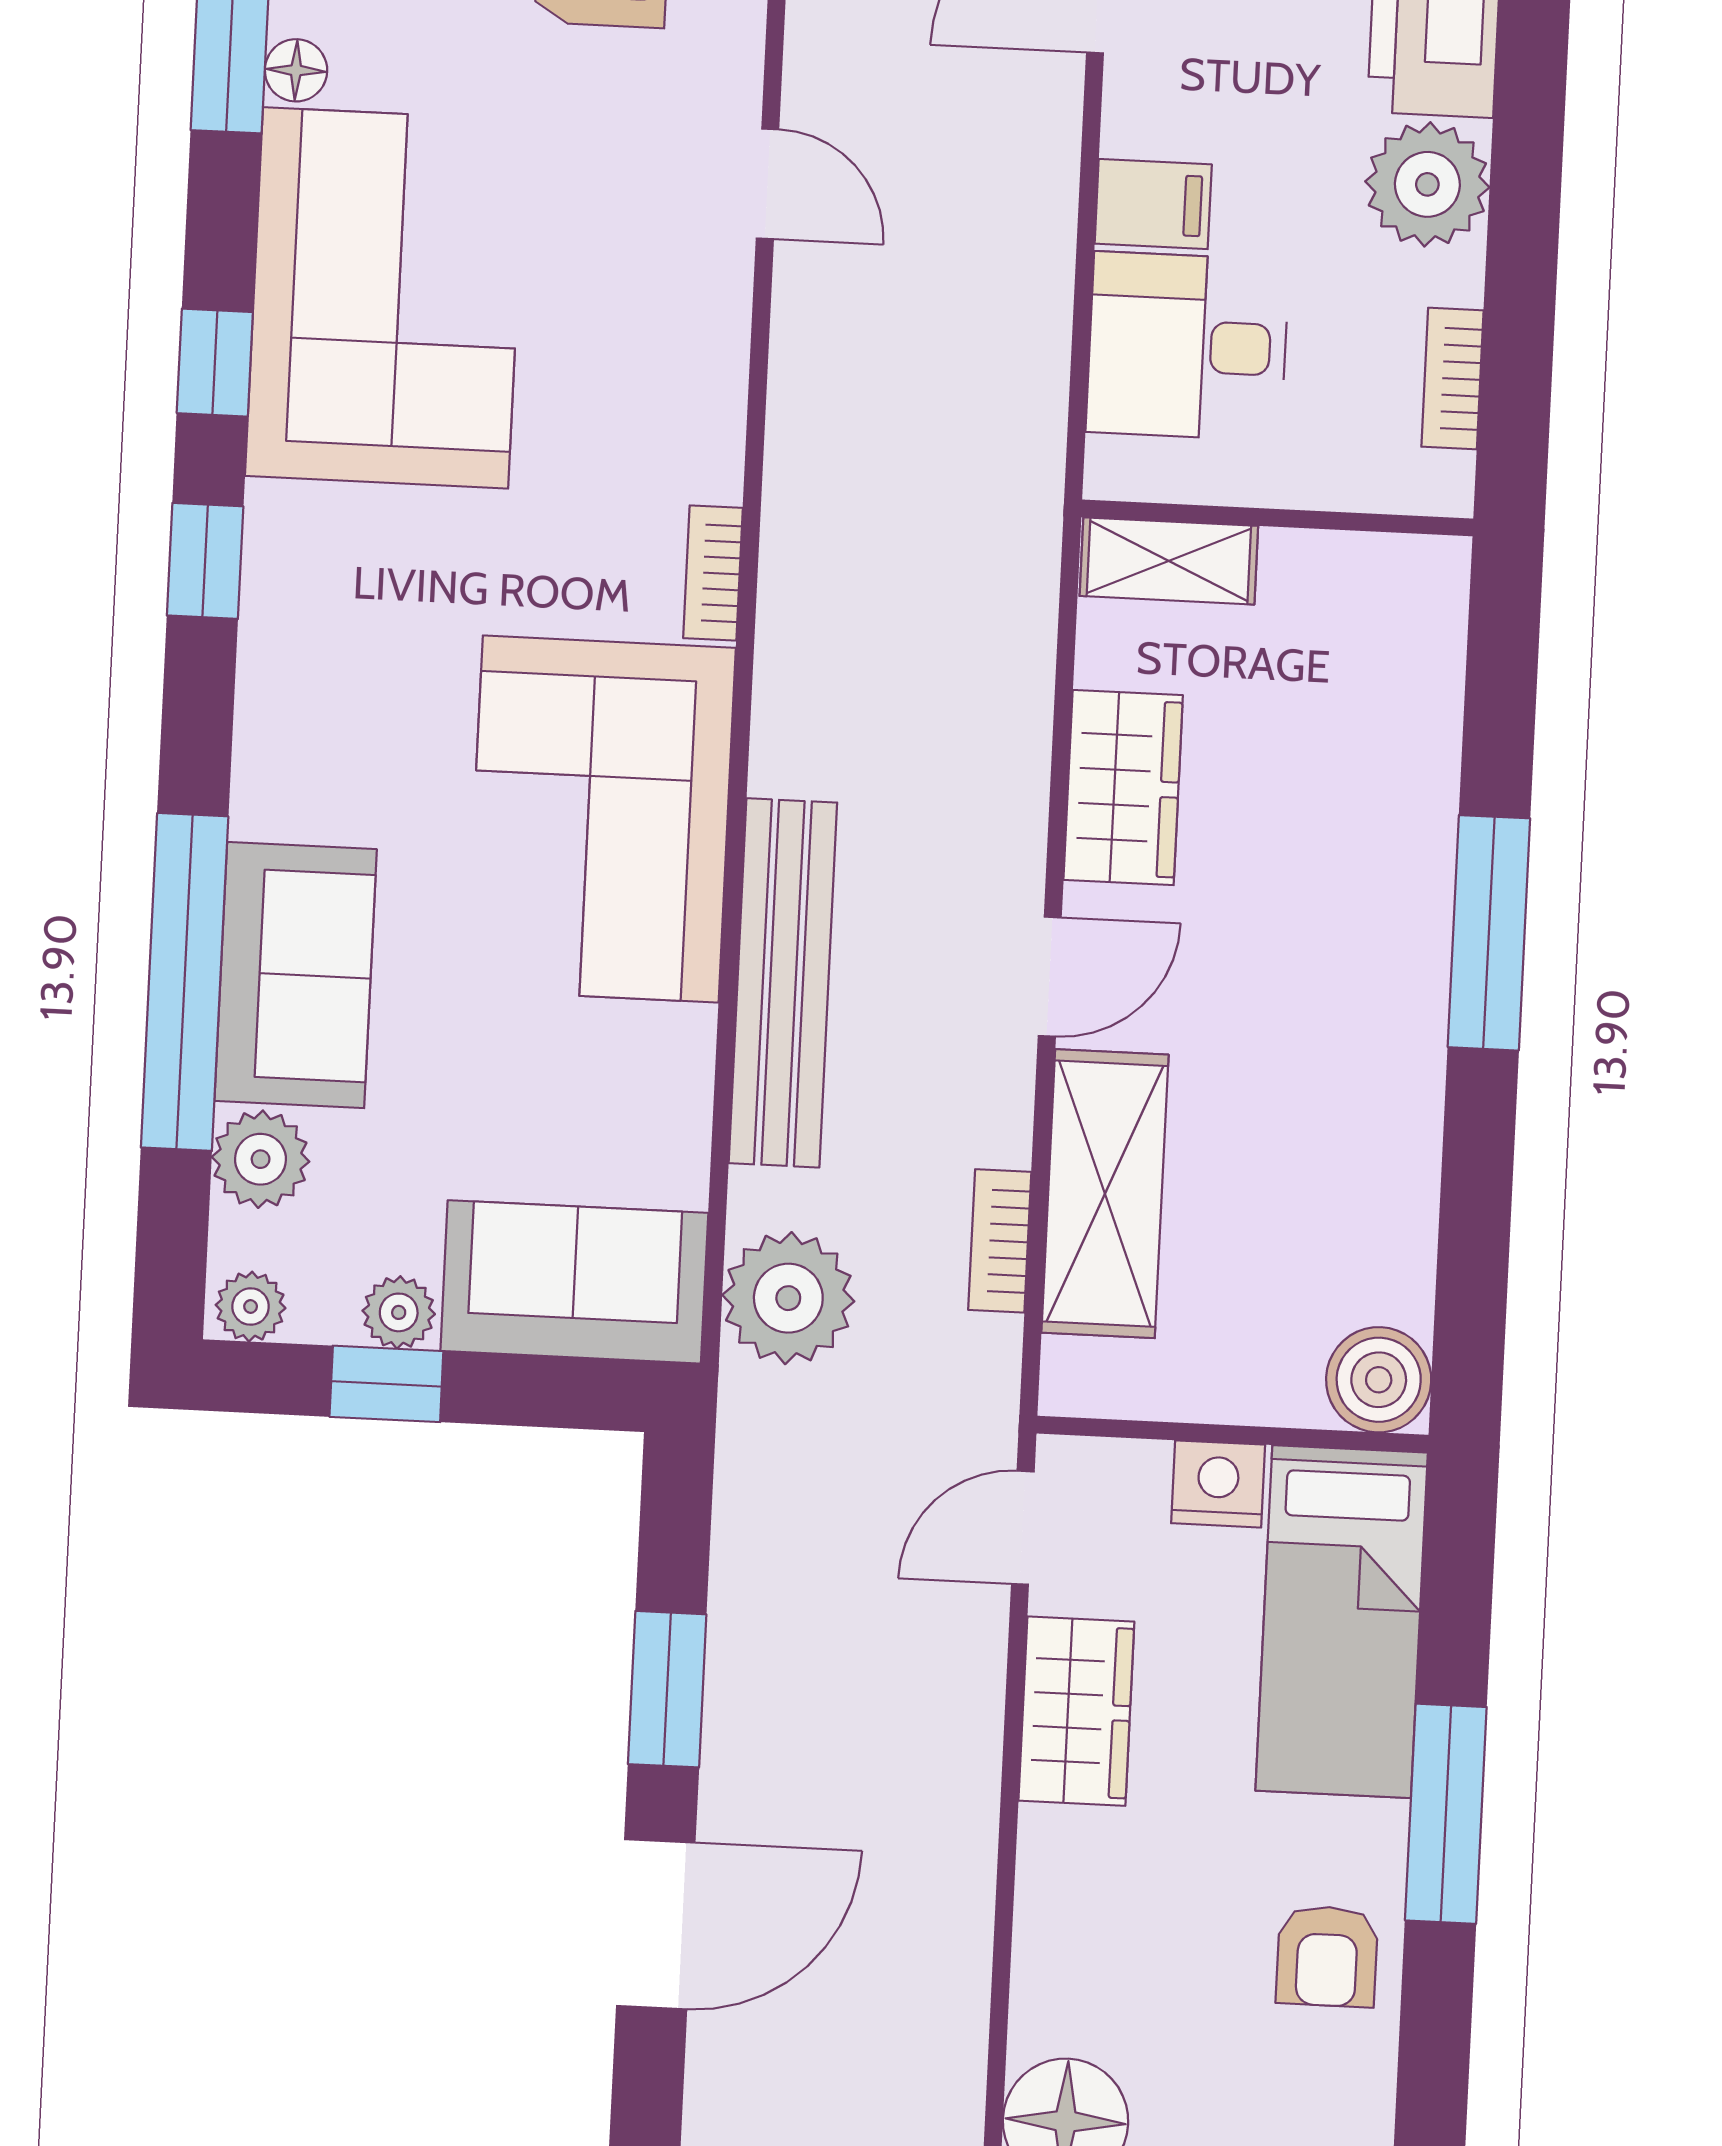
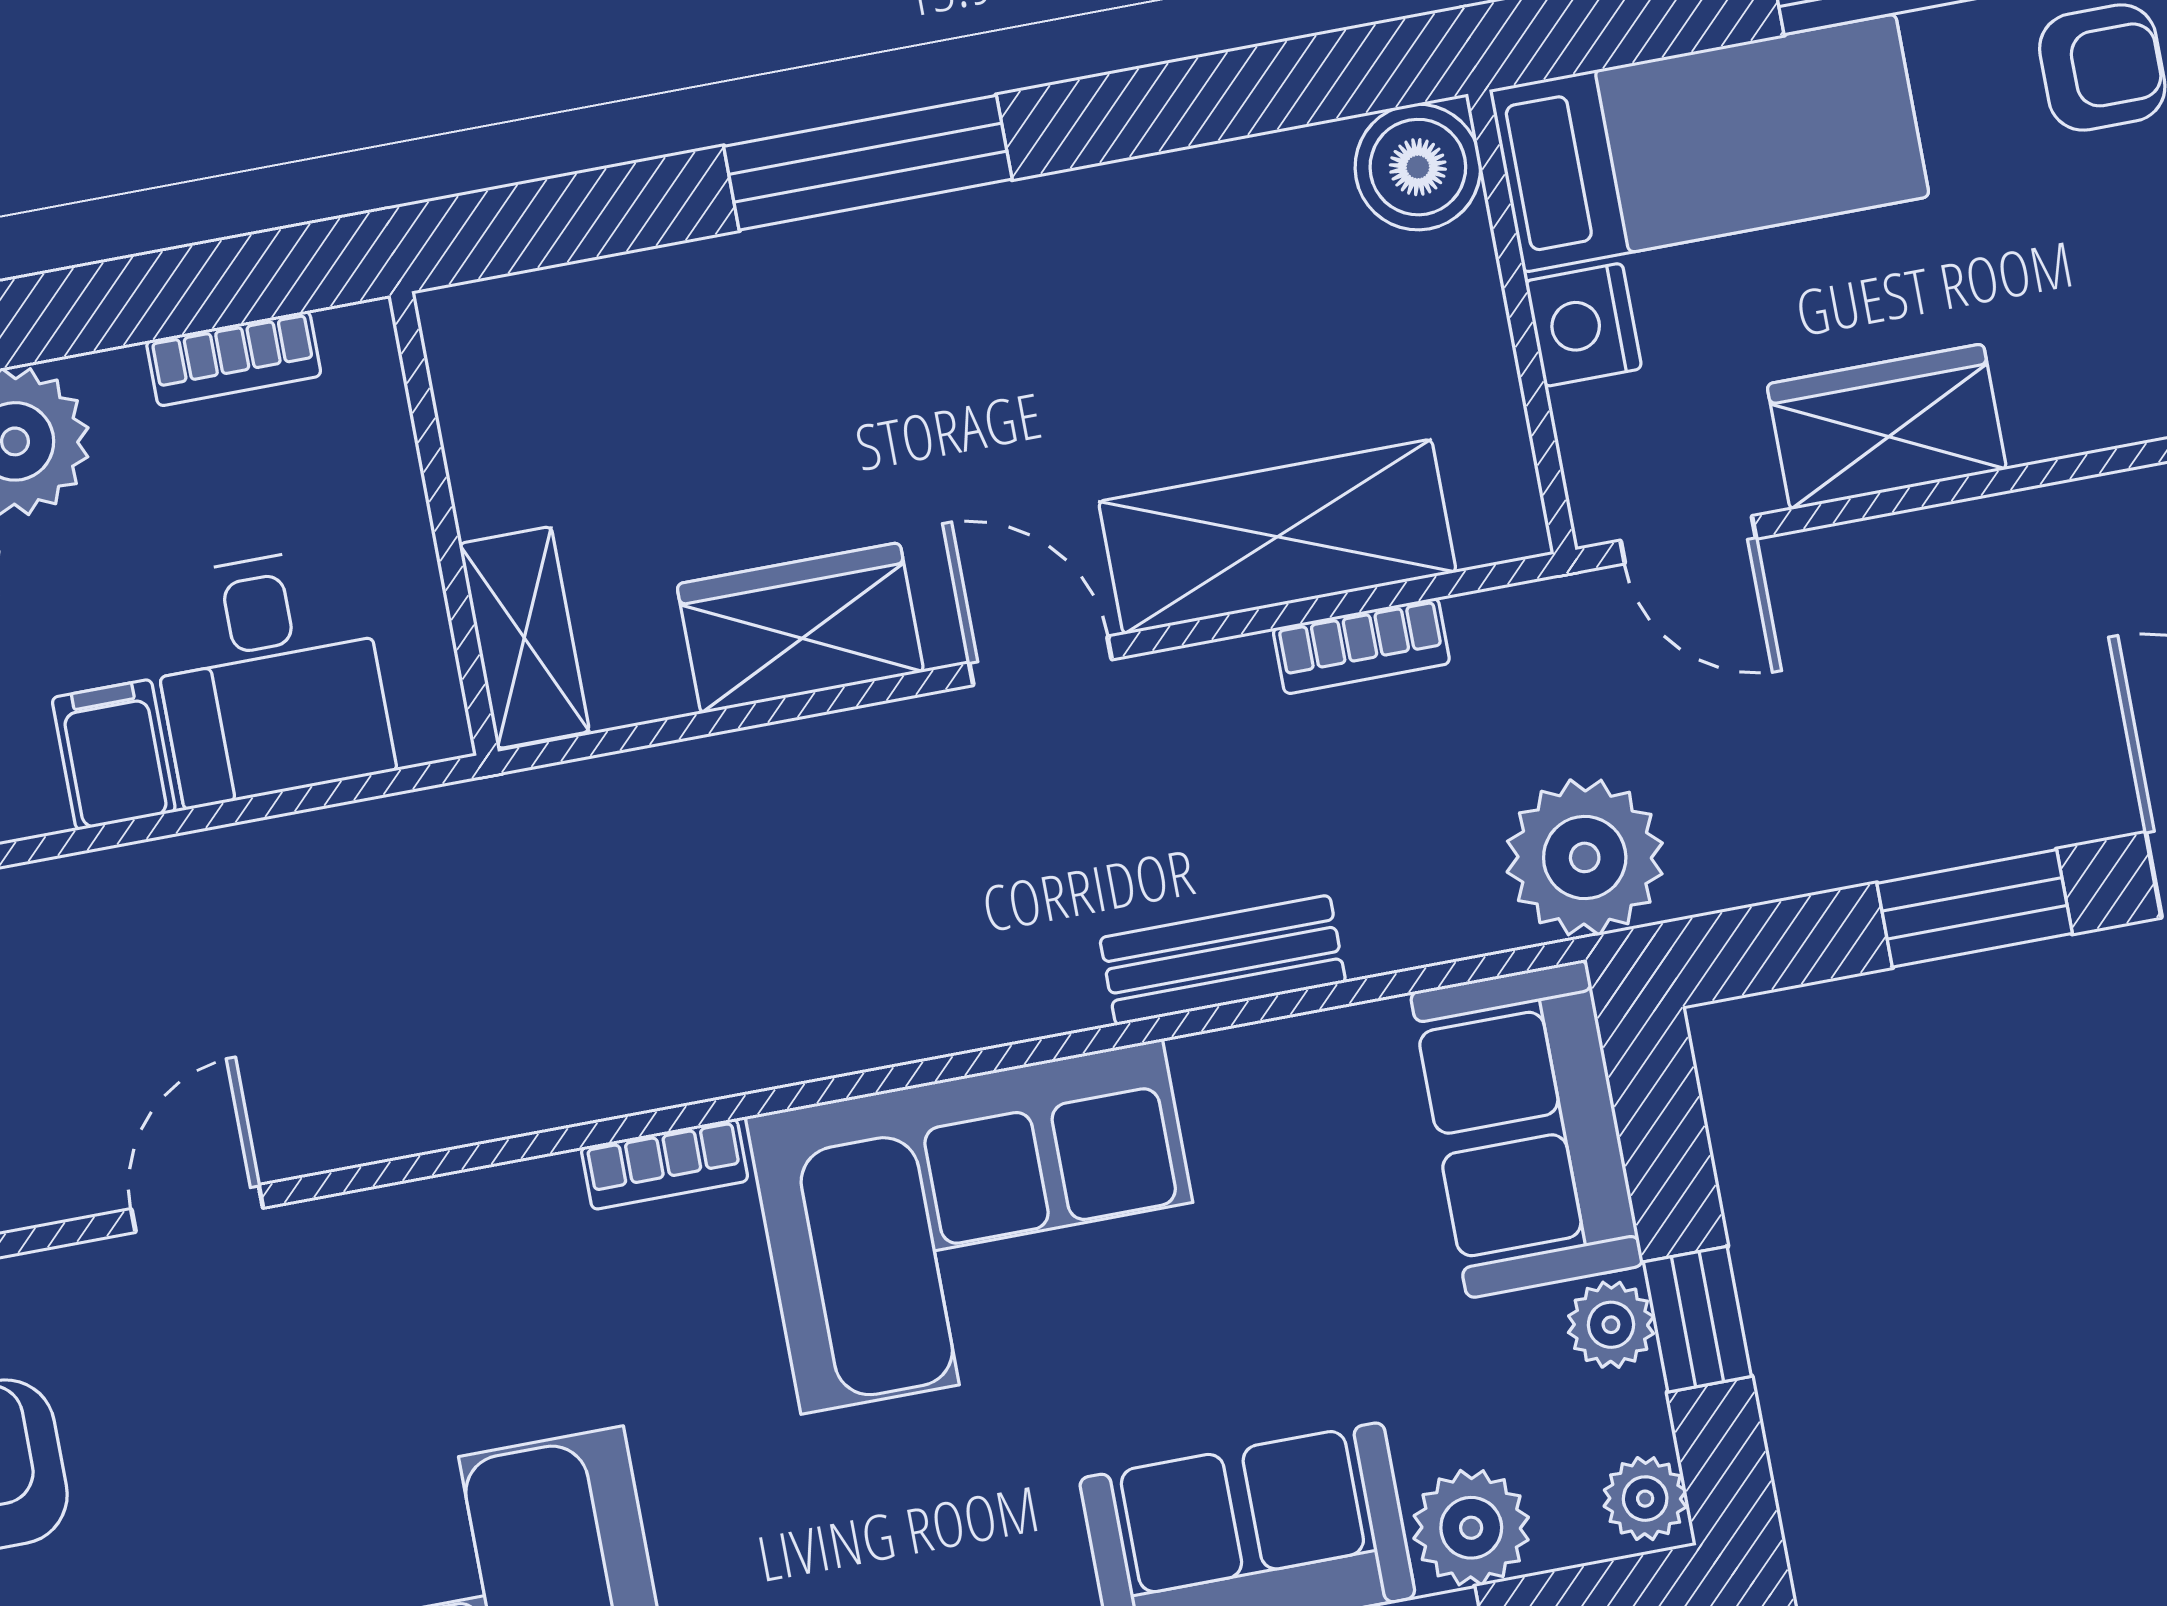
bench: (783, 983) -> (1223, 960), width x0.54, depth x0.82
plant: (788, 1298) -> (1585, 857), moved

